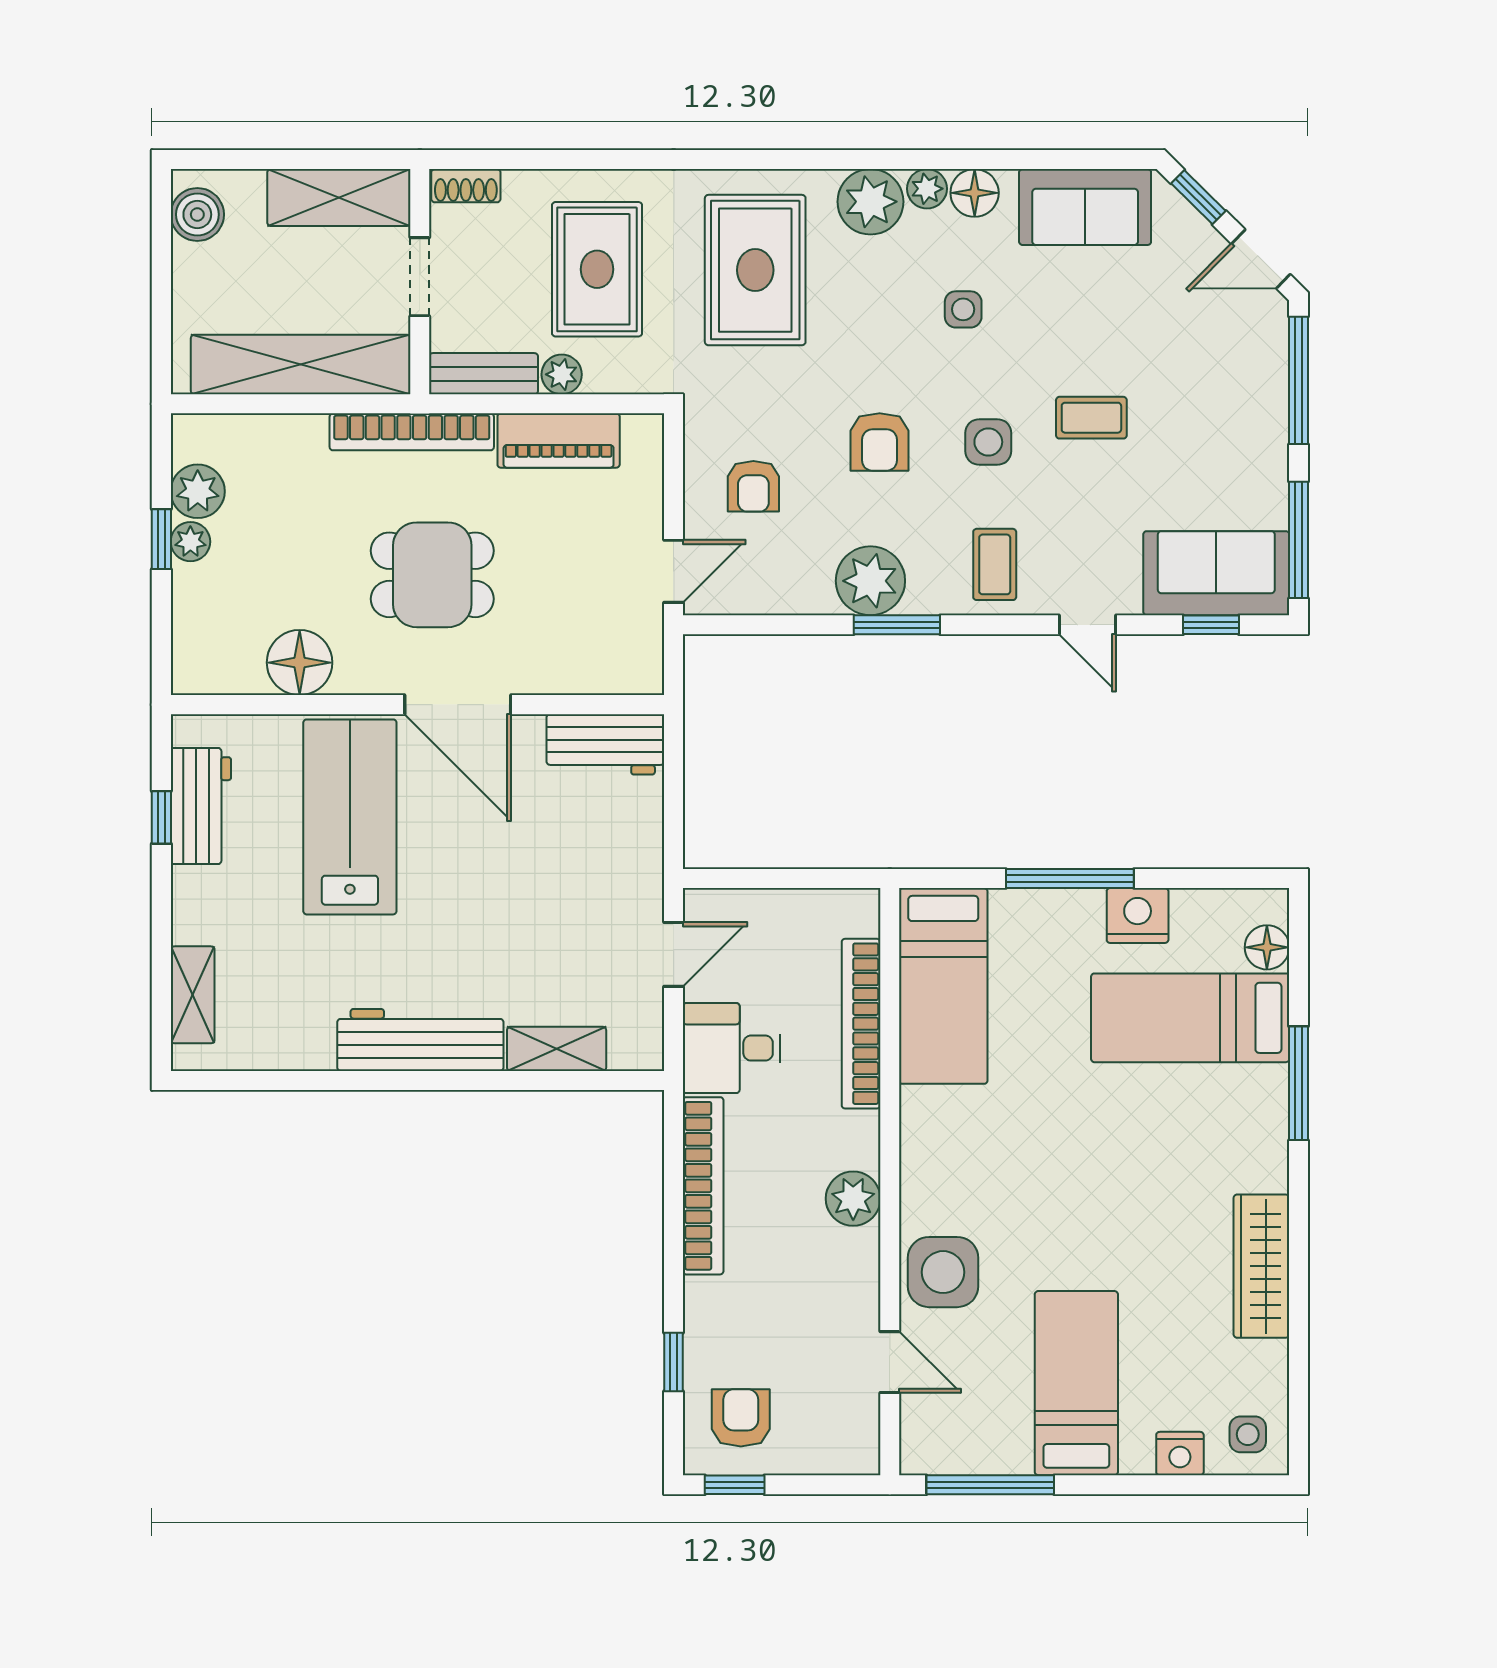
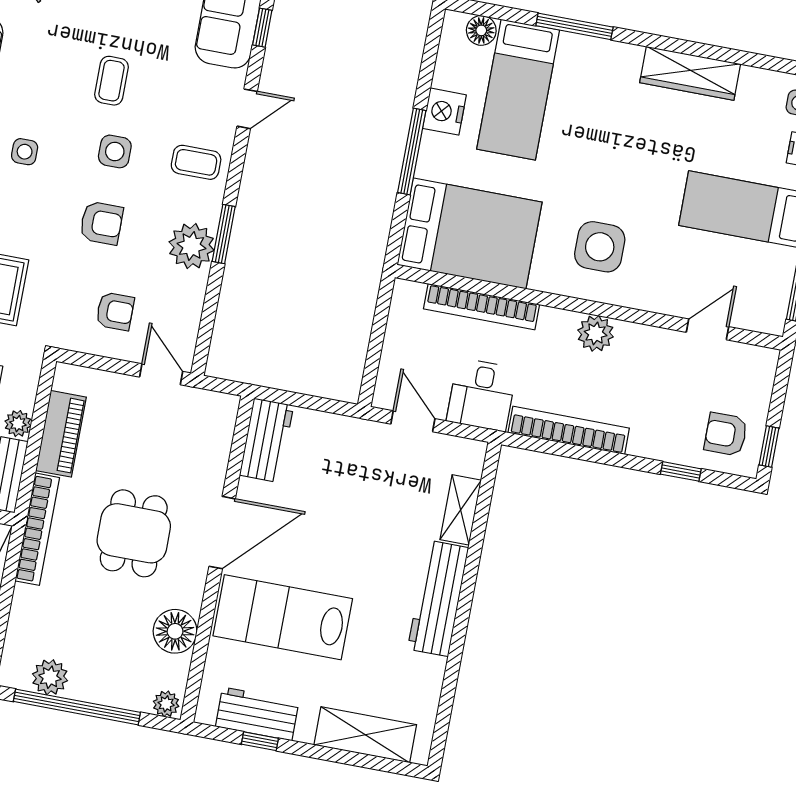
window: (161, 539) -> (77, 707), width x3.17
plant: (190, 542) -> (166, 704), moved
bed: (943, 986) -> (470, 233), width x1.50
shelving: (193, 995) -> (365, 735), width x1.50, depth x1.33
side table: (943, 1272) -> (600, 247), moved

